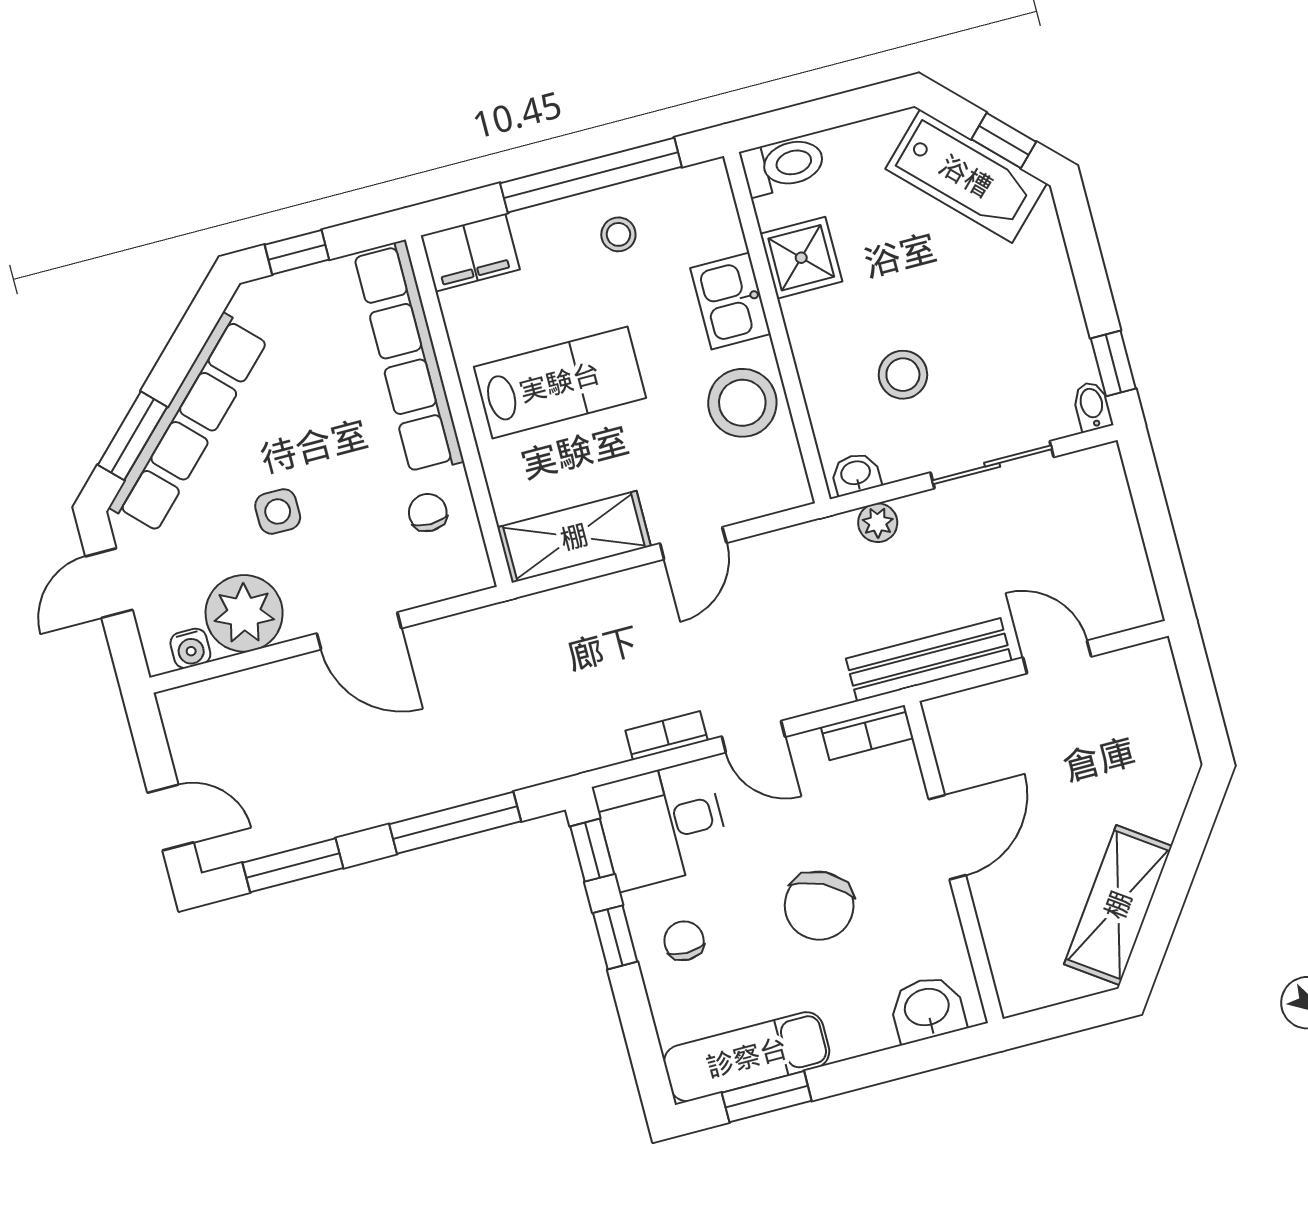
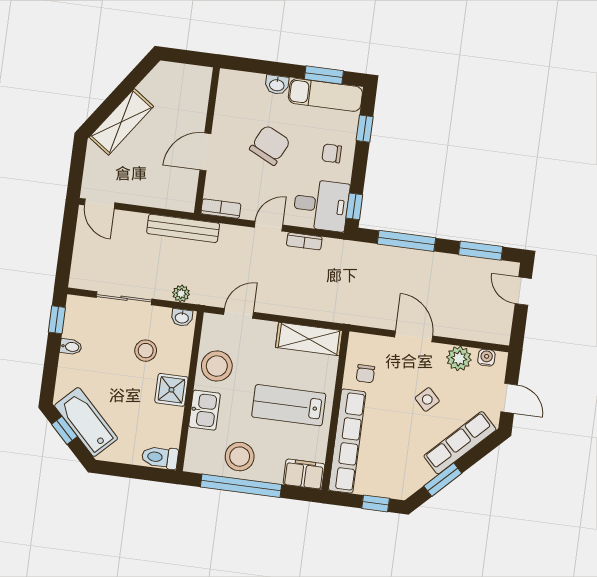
stool: (618, 234) -> (240, 457), width x1.89, depth x1.89
shower: (801, 258) -> (171, 390), moved
bidet: (1092, 406) -> (71, 347), moved, turned -90
row of seats: (189, 423) -> (460, 443), width x0.73
window: (133, 436) -> (443, 480), moved
side table: (278, 511) -> (427, 399), turned 45
door: (693, 543) -> (239, 313), moved
door: (109, 583) -> (509, 398), hinge flipped
plant: (244, 613) -> (459, 358), width x0.73, depth x0.73
door: (1057, 657) -> (100, 204), moved
door: (753, 737) -> (269, 226), hinge flipped
shelving: (1118, 905) -> (121, 122), moved
window: (615, 937) -> (365, 129), moved
chair: (684, 941) -> (332, 153), turned 90
washbasin: (927, 1009) -> (277, 85), moved, width x0.72, depth x0.69

